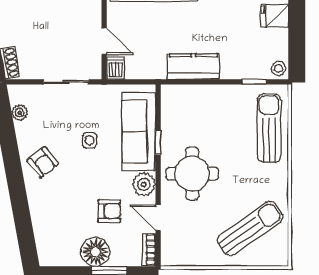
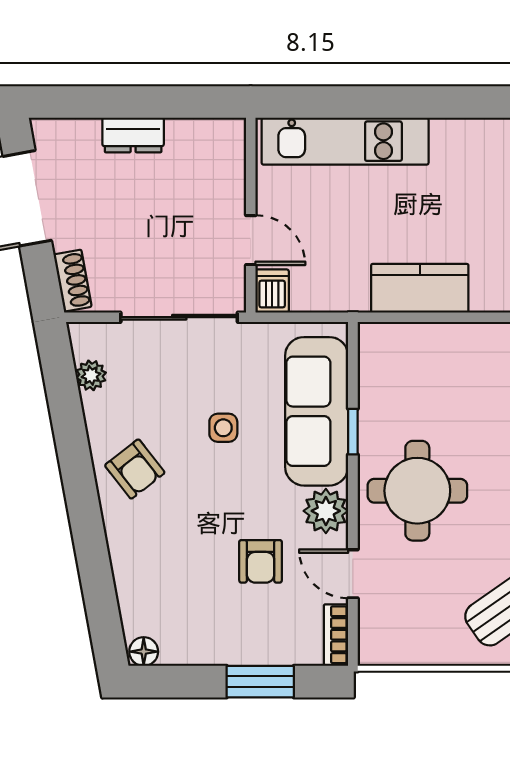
sliding door: (66, 82) -> (179, 317), width x1.37
armchair: (109, 211) -> (261, 561), turned 90
floor lamp: (95, 252) -> (144, 652), moved, width x0.53, depth x0.53

